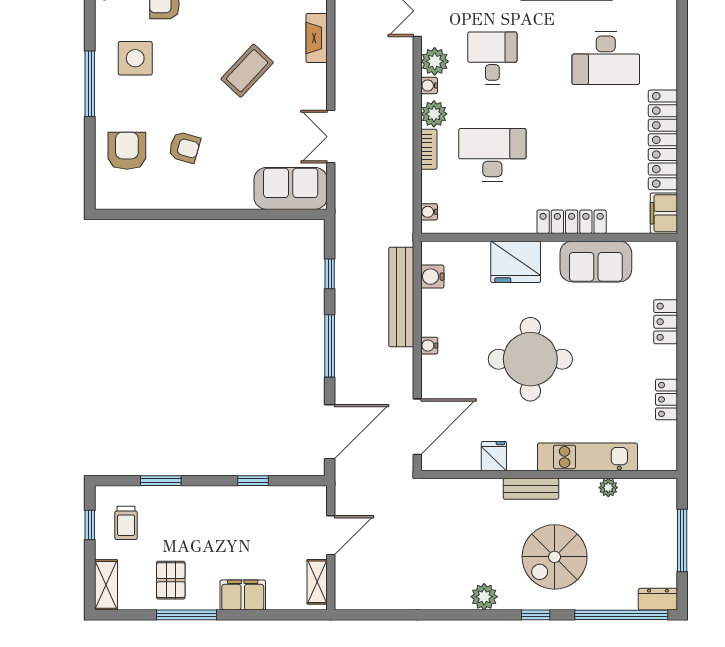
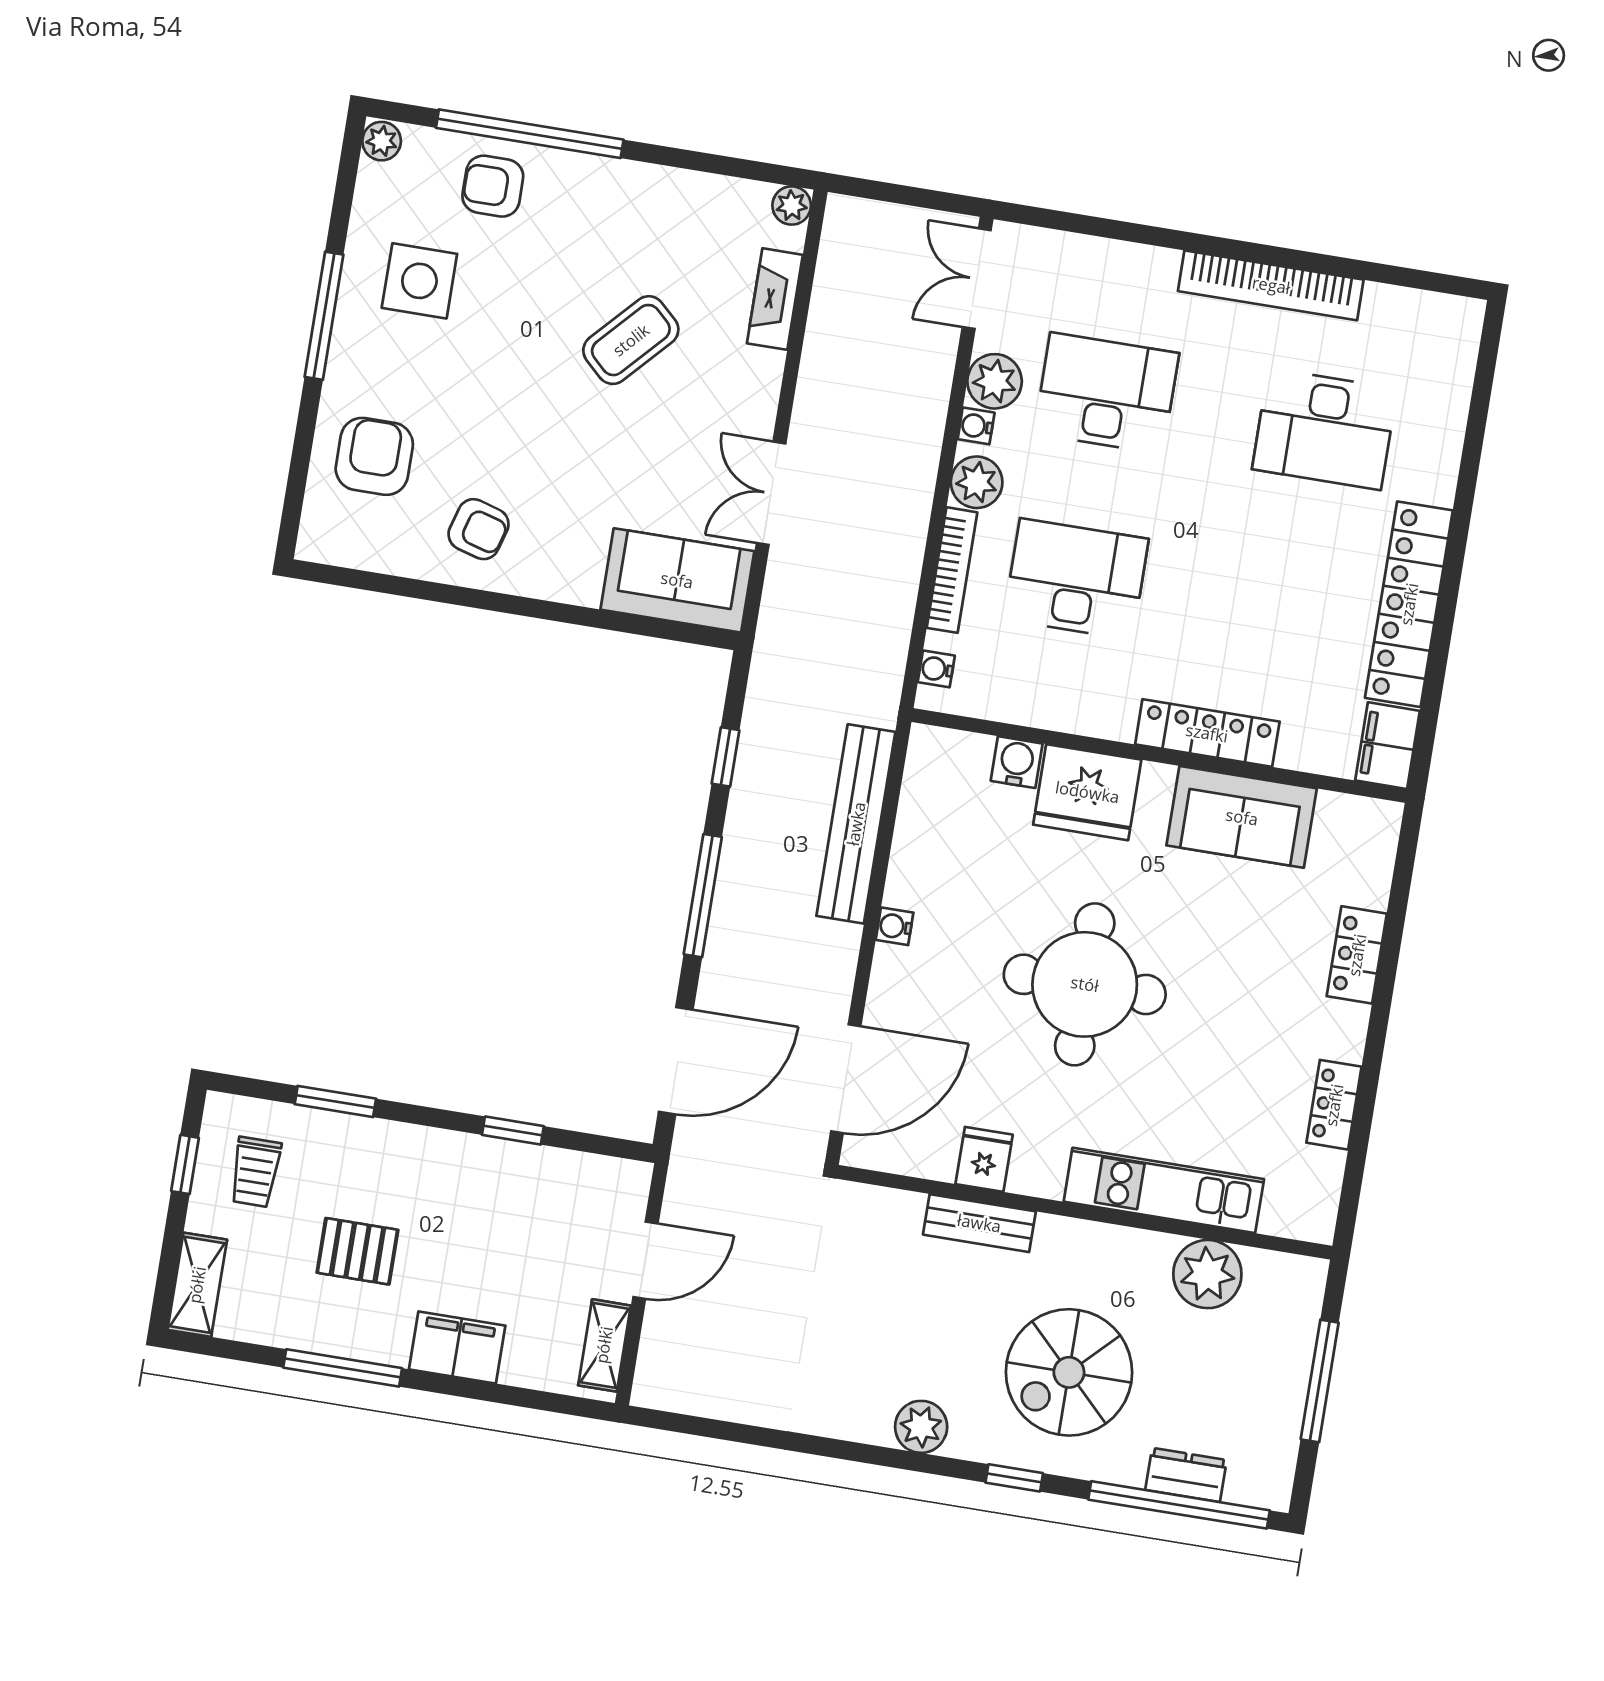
desk: (492, 58) -> (1106, 393), width x1.37
armchair: (184, 147) -> (479, 529), moved
bookcase: (429, 149) -> (952, 570), width x1.56
water cooler: (432, 277) -> (1017, 762), moved, turned 90
plant: (608, 488) -> (1207, 1274), width x1.87, depth x1.87
bench: (531, 489) -> (979, 1223), moved
pallet: (171, 580) -> (357, 1251), moved, turned 90
dresser: (658, 599) -> (1186, 1475), moved

